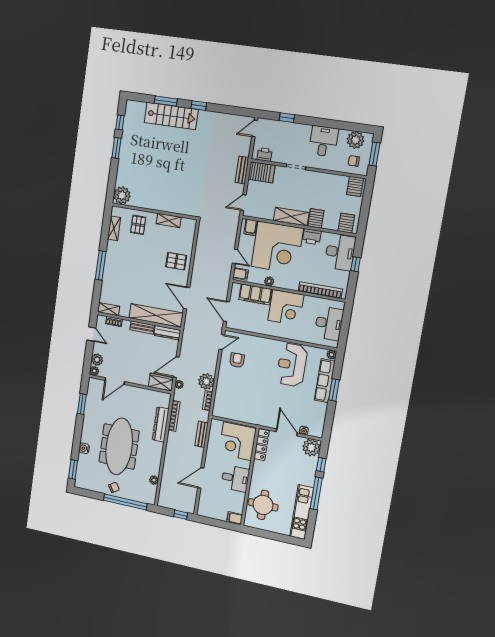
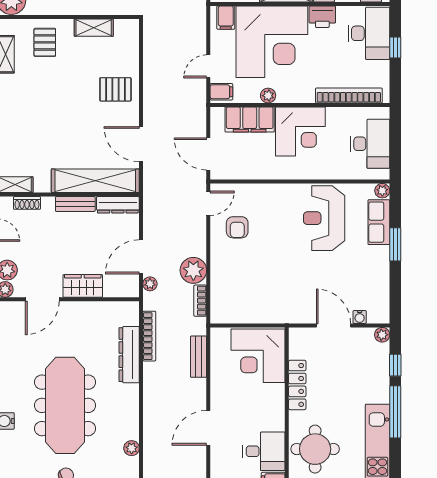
door: (235, 256) -> (208, 66), swing flipped
armchair: (237, 360) -> (237, 227), turned 180
row of seats: (325, 381) -> (379, 222), width x0.68
wardrobe: (161, 382) -> (83, 286), moved
locker: (262, 445) -> (297, 385), moved
plant: (311, 448) -> (382, 335), width x0.53, depth x0.53
desk: (235, 478) -> (264, 451), moved

